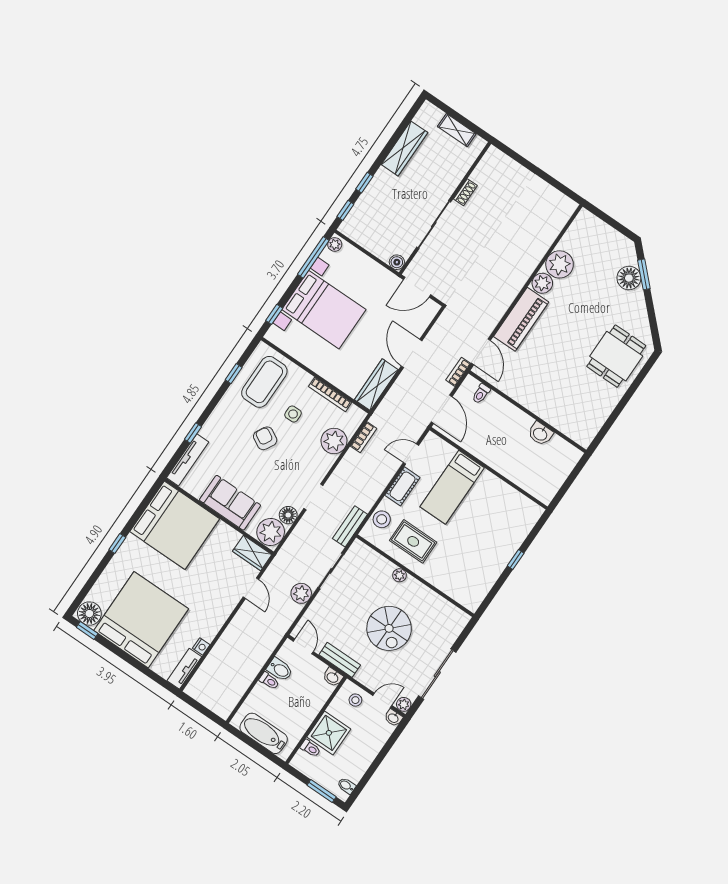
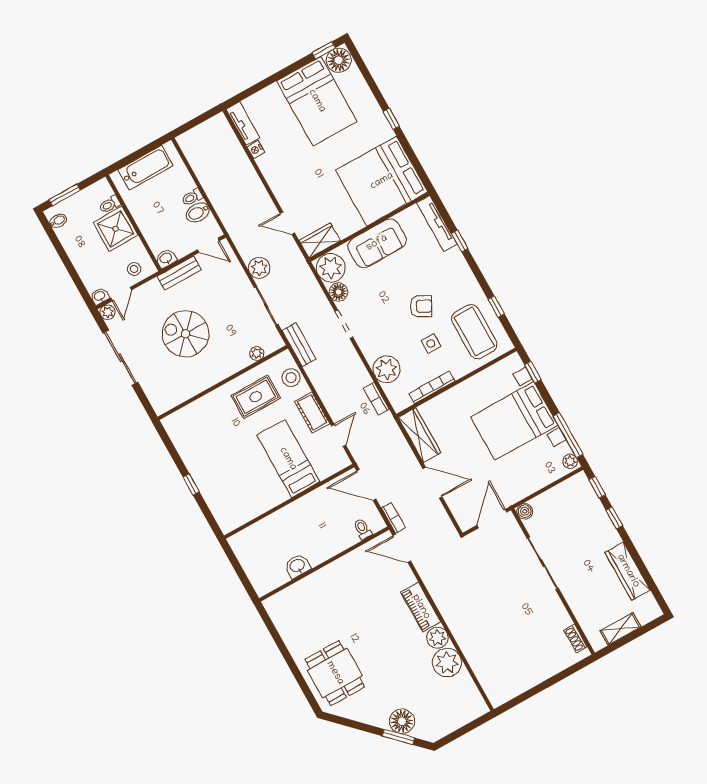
shoe rack: (465, 192) -> (575, 639), moved
piano: (521, 319) -> (421, 607), width x0.73, depth x0.75
plant: (399, 575) -> (257, 353), moved
bed: (141, 620) -> (317, 101), width x0.73

